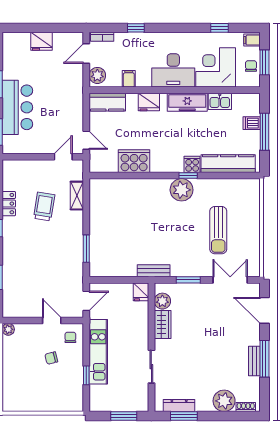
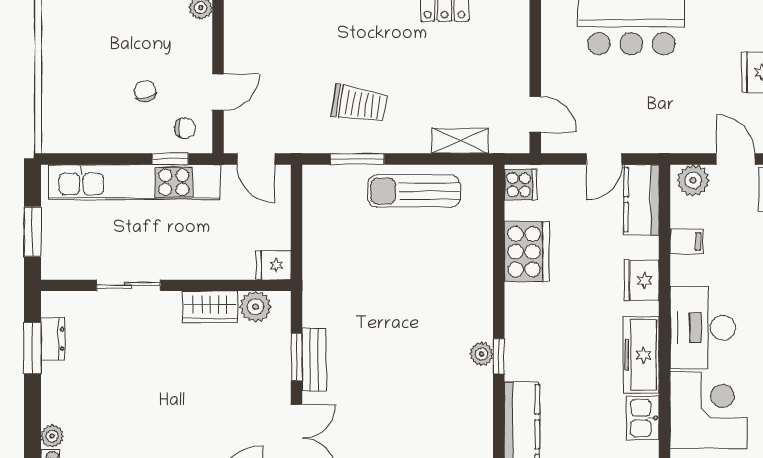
door: (86, 140) -> (604, 159), moved
cooker: (192, 164) -> (521, 185), moved
plant: (182, 190) -> (482, 354), width x0.53, depth x0.53
trolley: (44, 206) -> (359, 104), moved
sun lounger: (218, 230) -> (414, 191), moved
bench: (154, 271) -> (314, 359), moved
kitchen unit: (98, 352) -> (134, 182), width x1.36
window: (86, 375) -> (170, 159), moved
plant: (224, 401) -> (52, 436), width x0.53, depth x0.53
dresser: (179, 406) -> (53, 339), width x0.70

